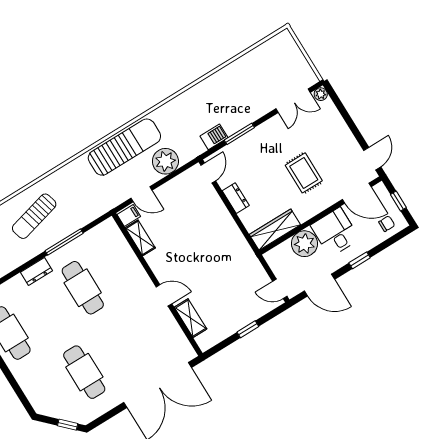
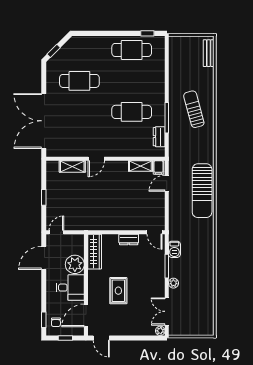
plant: (165, 161) -> (173, 283), moved, width x0.53, depth x0.53
rug: (304, 173) -> (118, 291), turned 90
window: (360, 260) -> (44, 320), moved
dresser: (36, 271) -> (159, 137), moved

